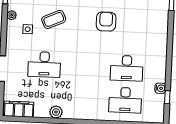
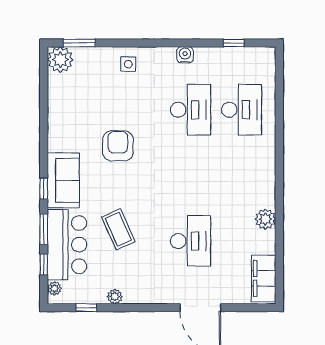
armchair: (106, 22) -> (118, 146), turned 90
side table: (28, 29) -> (128, 64), moved
water cooler: (160, 88) -> (185, 55), moved

